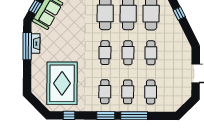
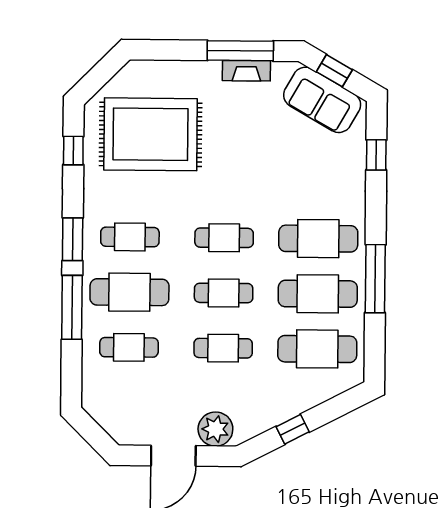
window: (179, 13) -> (293, 429), moved
plant: (185, 56) -> (215, 429), added
cafe table: (128, 92) -> (129, 292), width x1.37, depth x1.35

